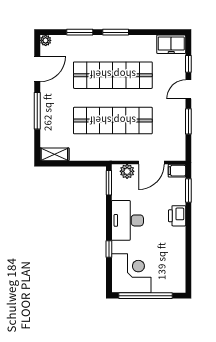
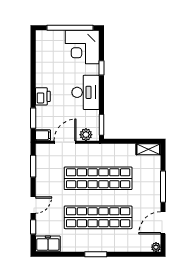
window: (80, 32) -> (127, 254), removed
window: (188, 121) -> (33, 166), moved

